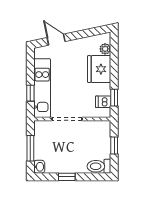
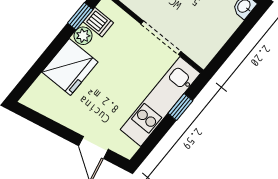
plant: (105, 49) -> (83, 36), moved
window: (30, 148) -> (236, 38), removed

